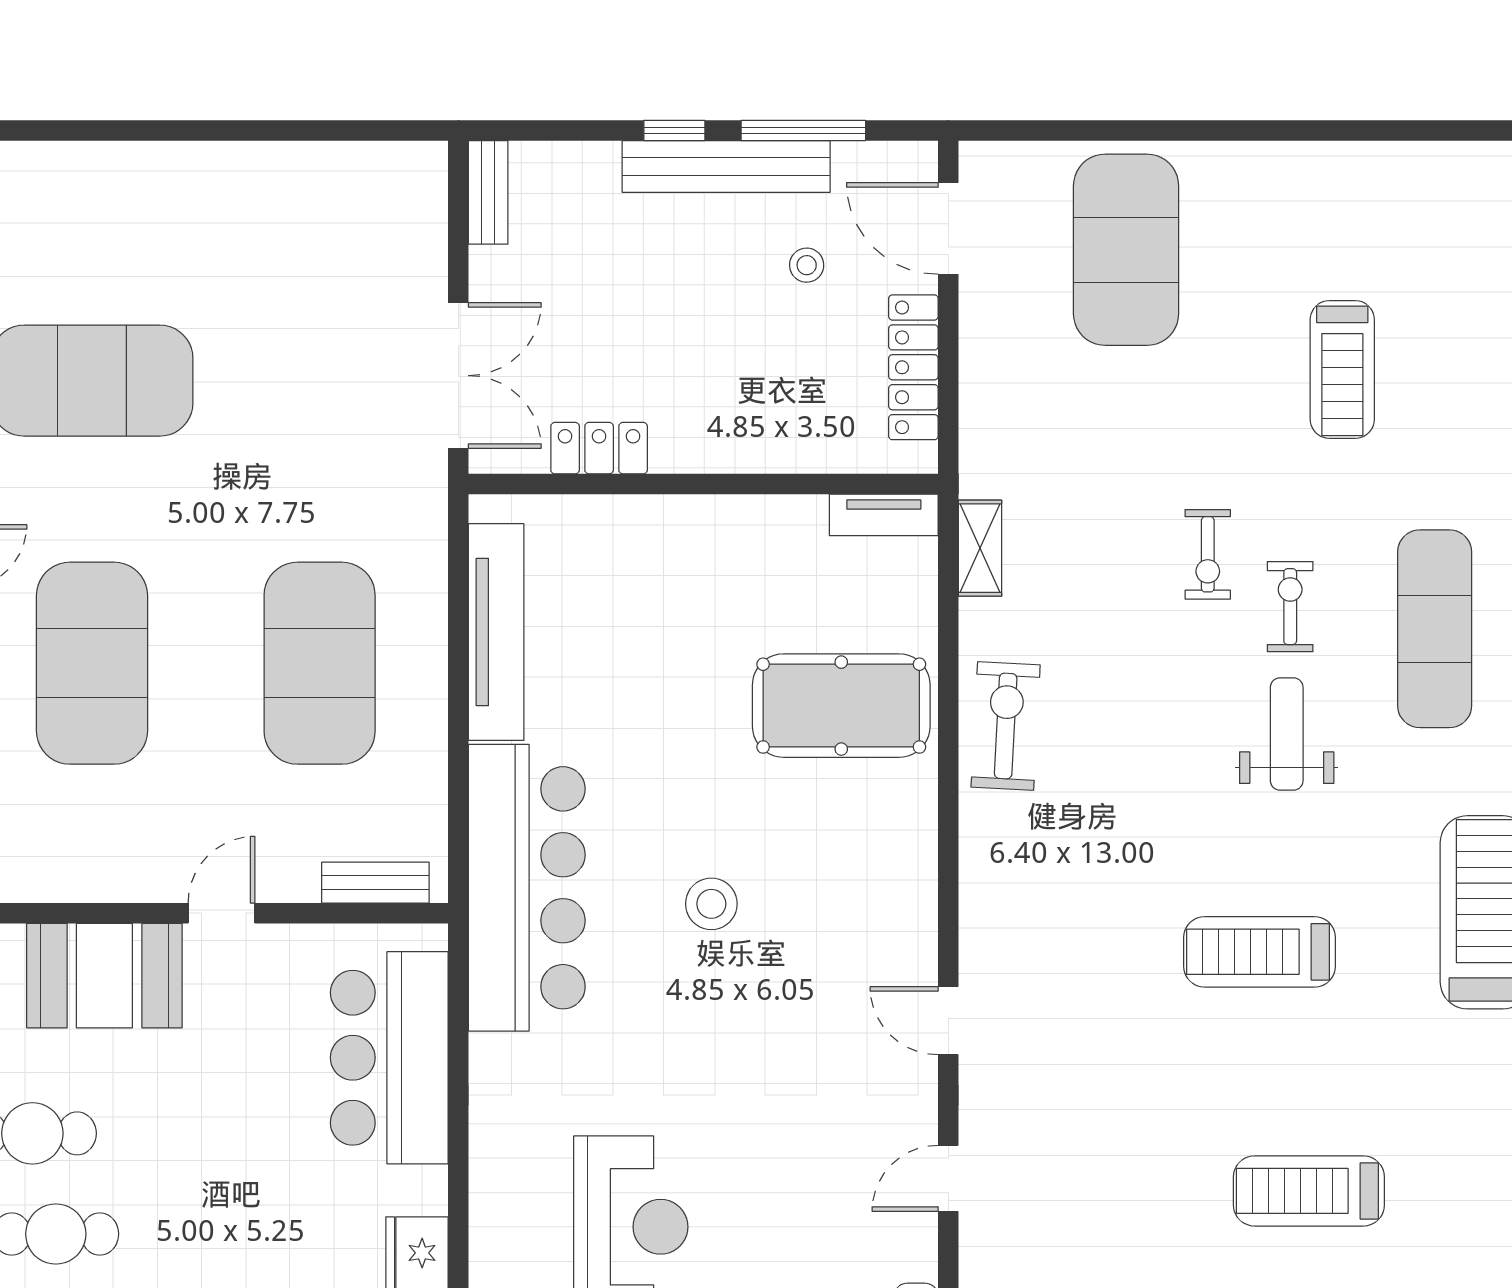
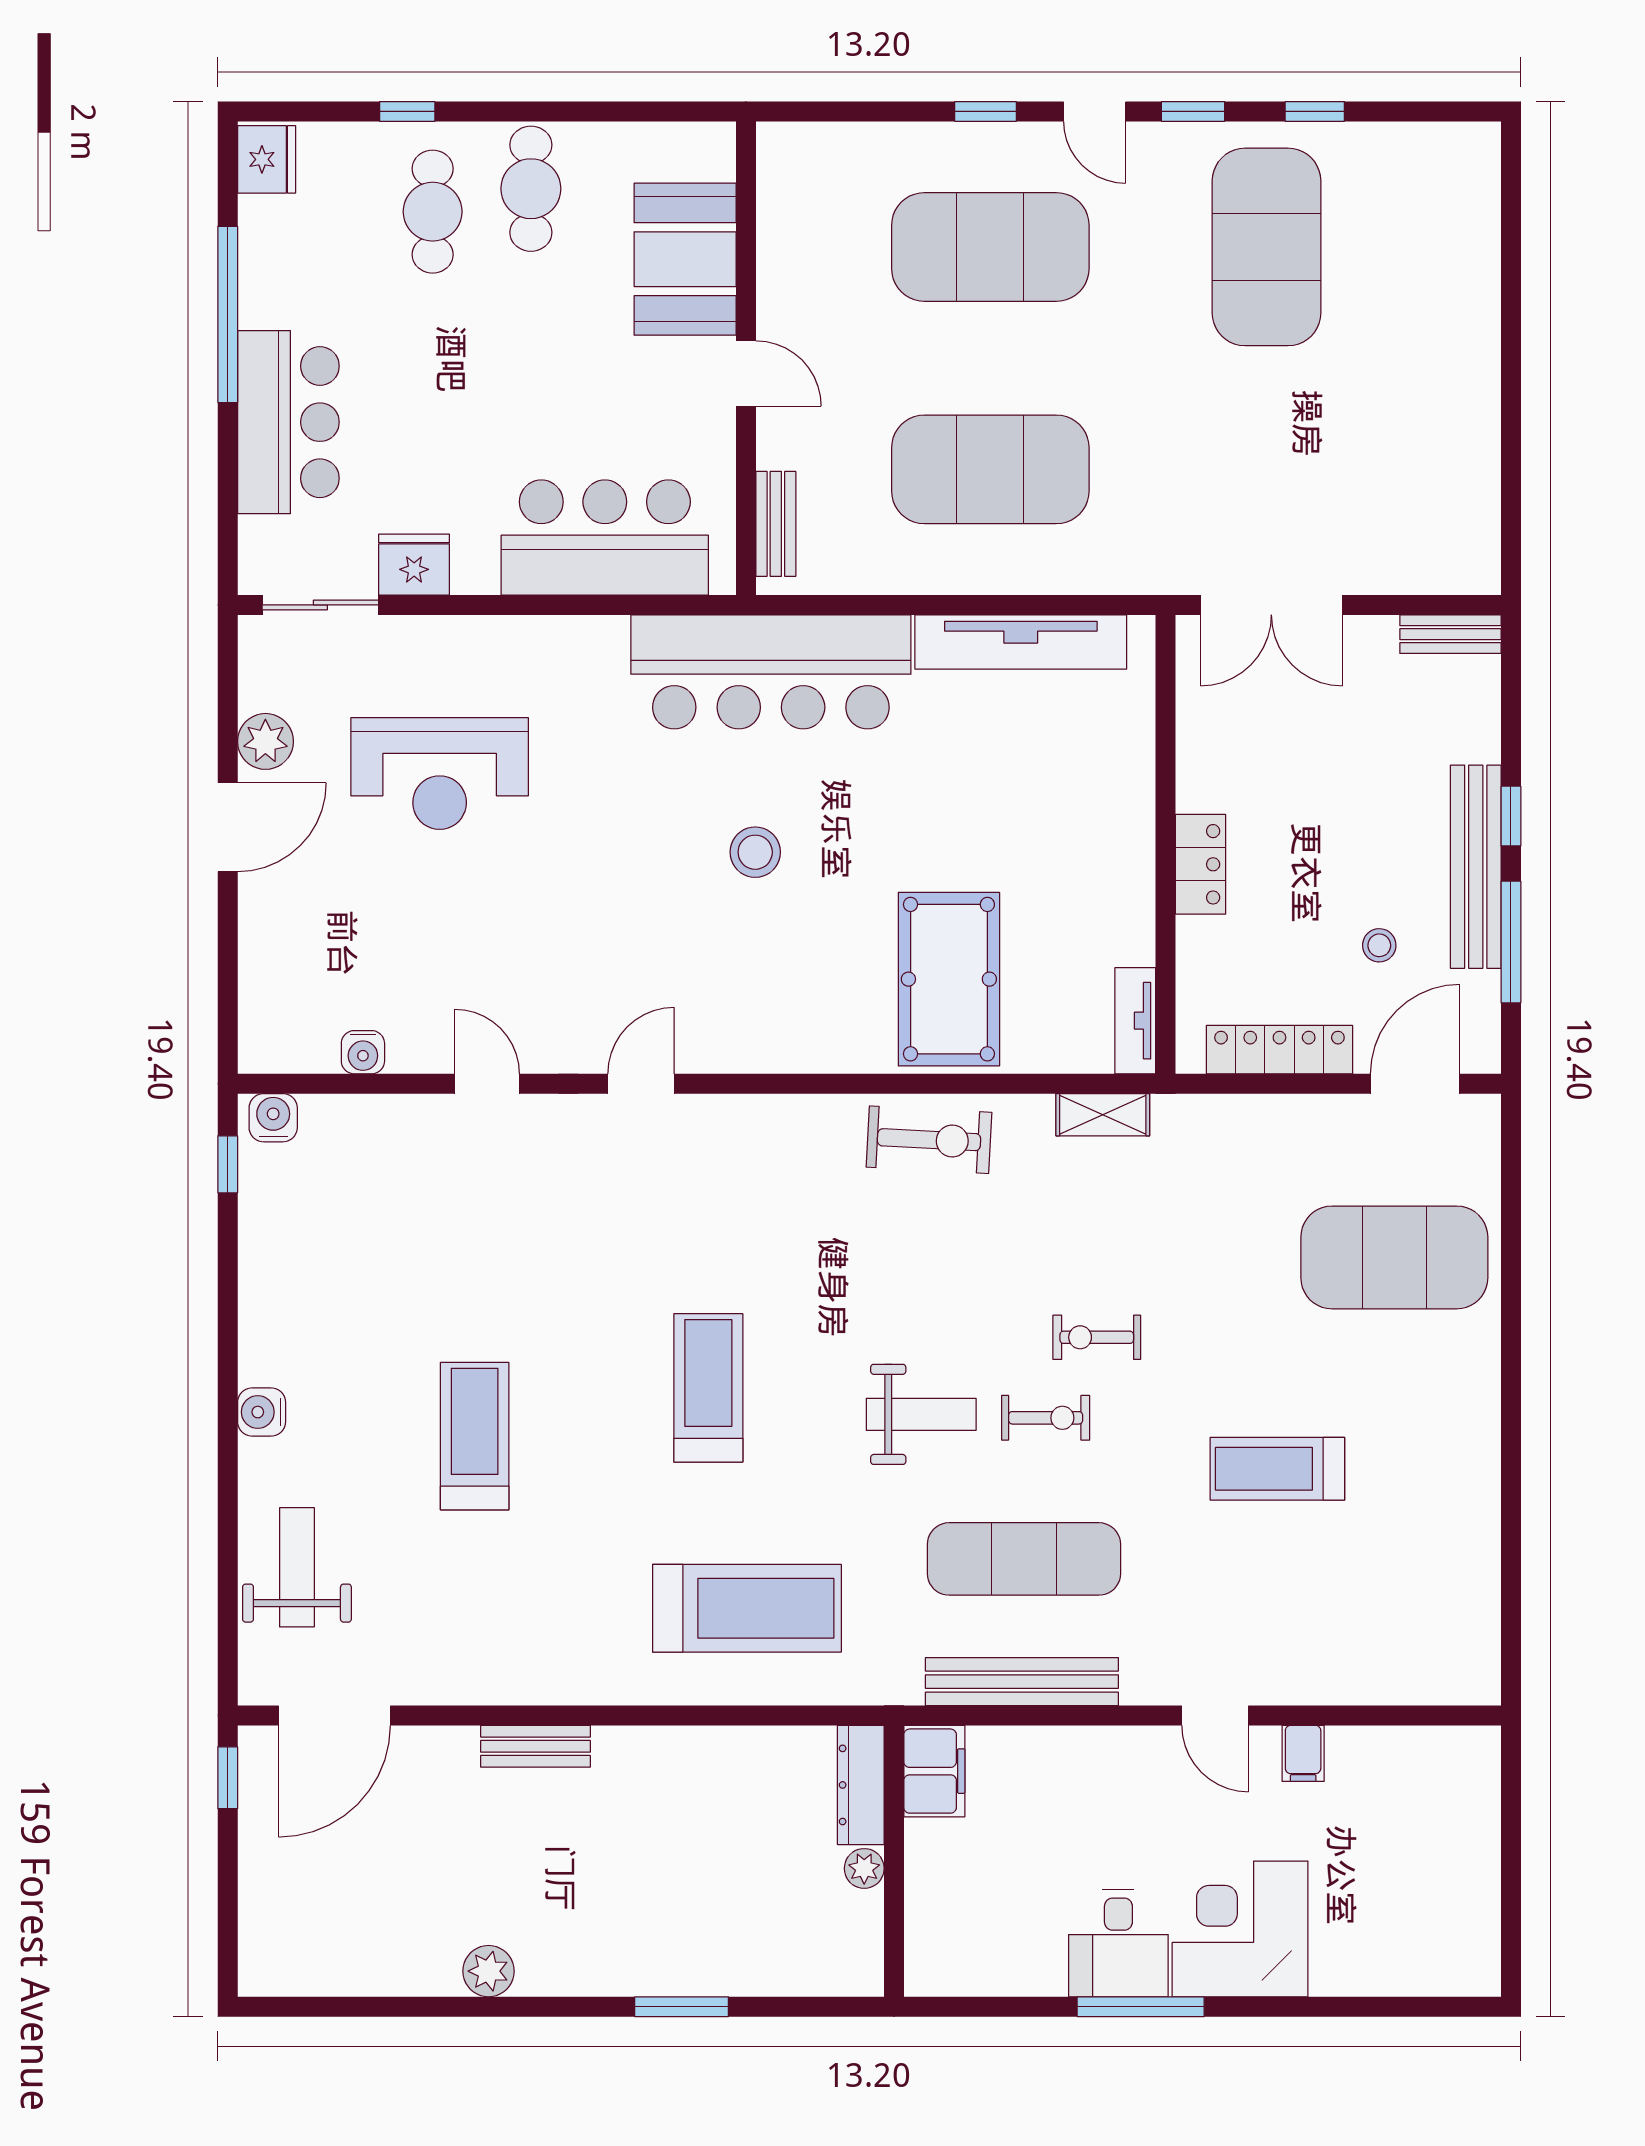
locker: (599, 448) -> (1200, 864), moved

